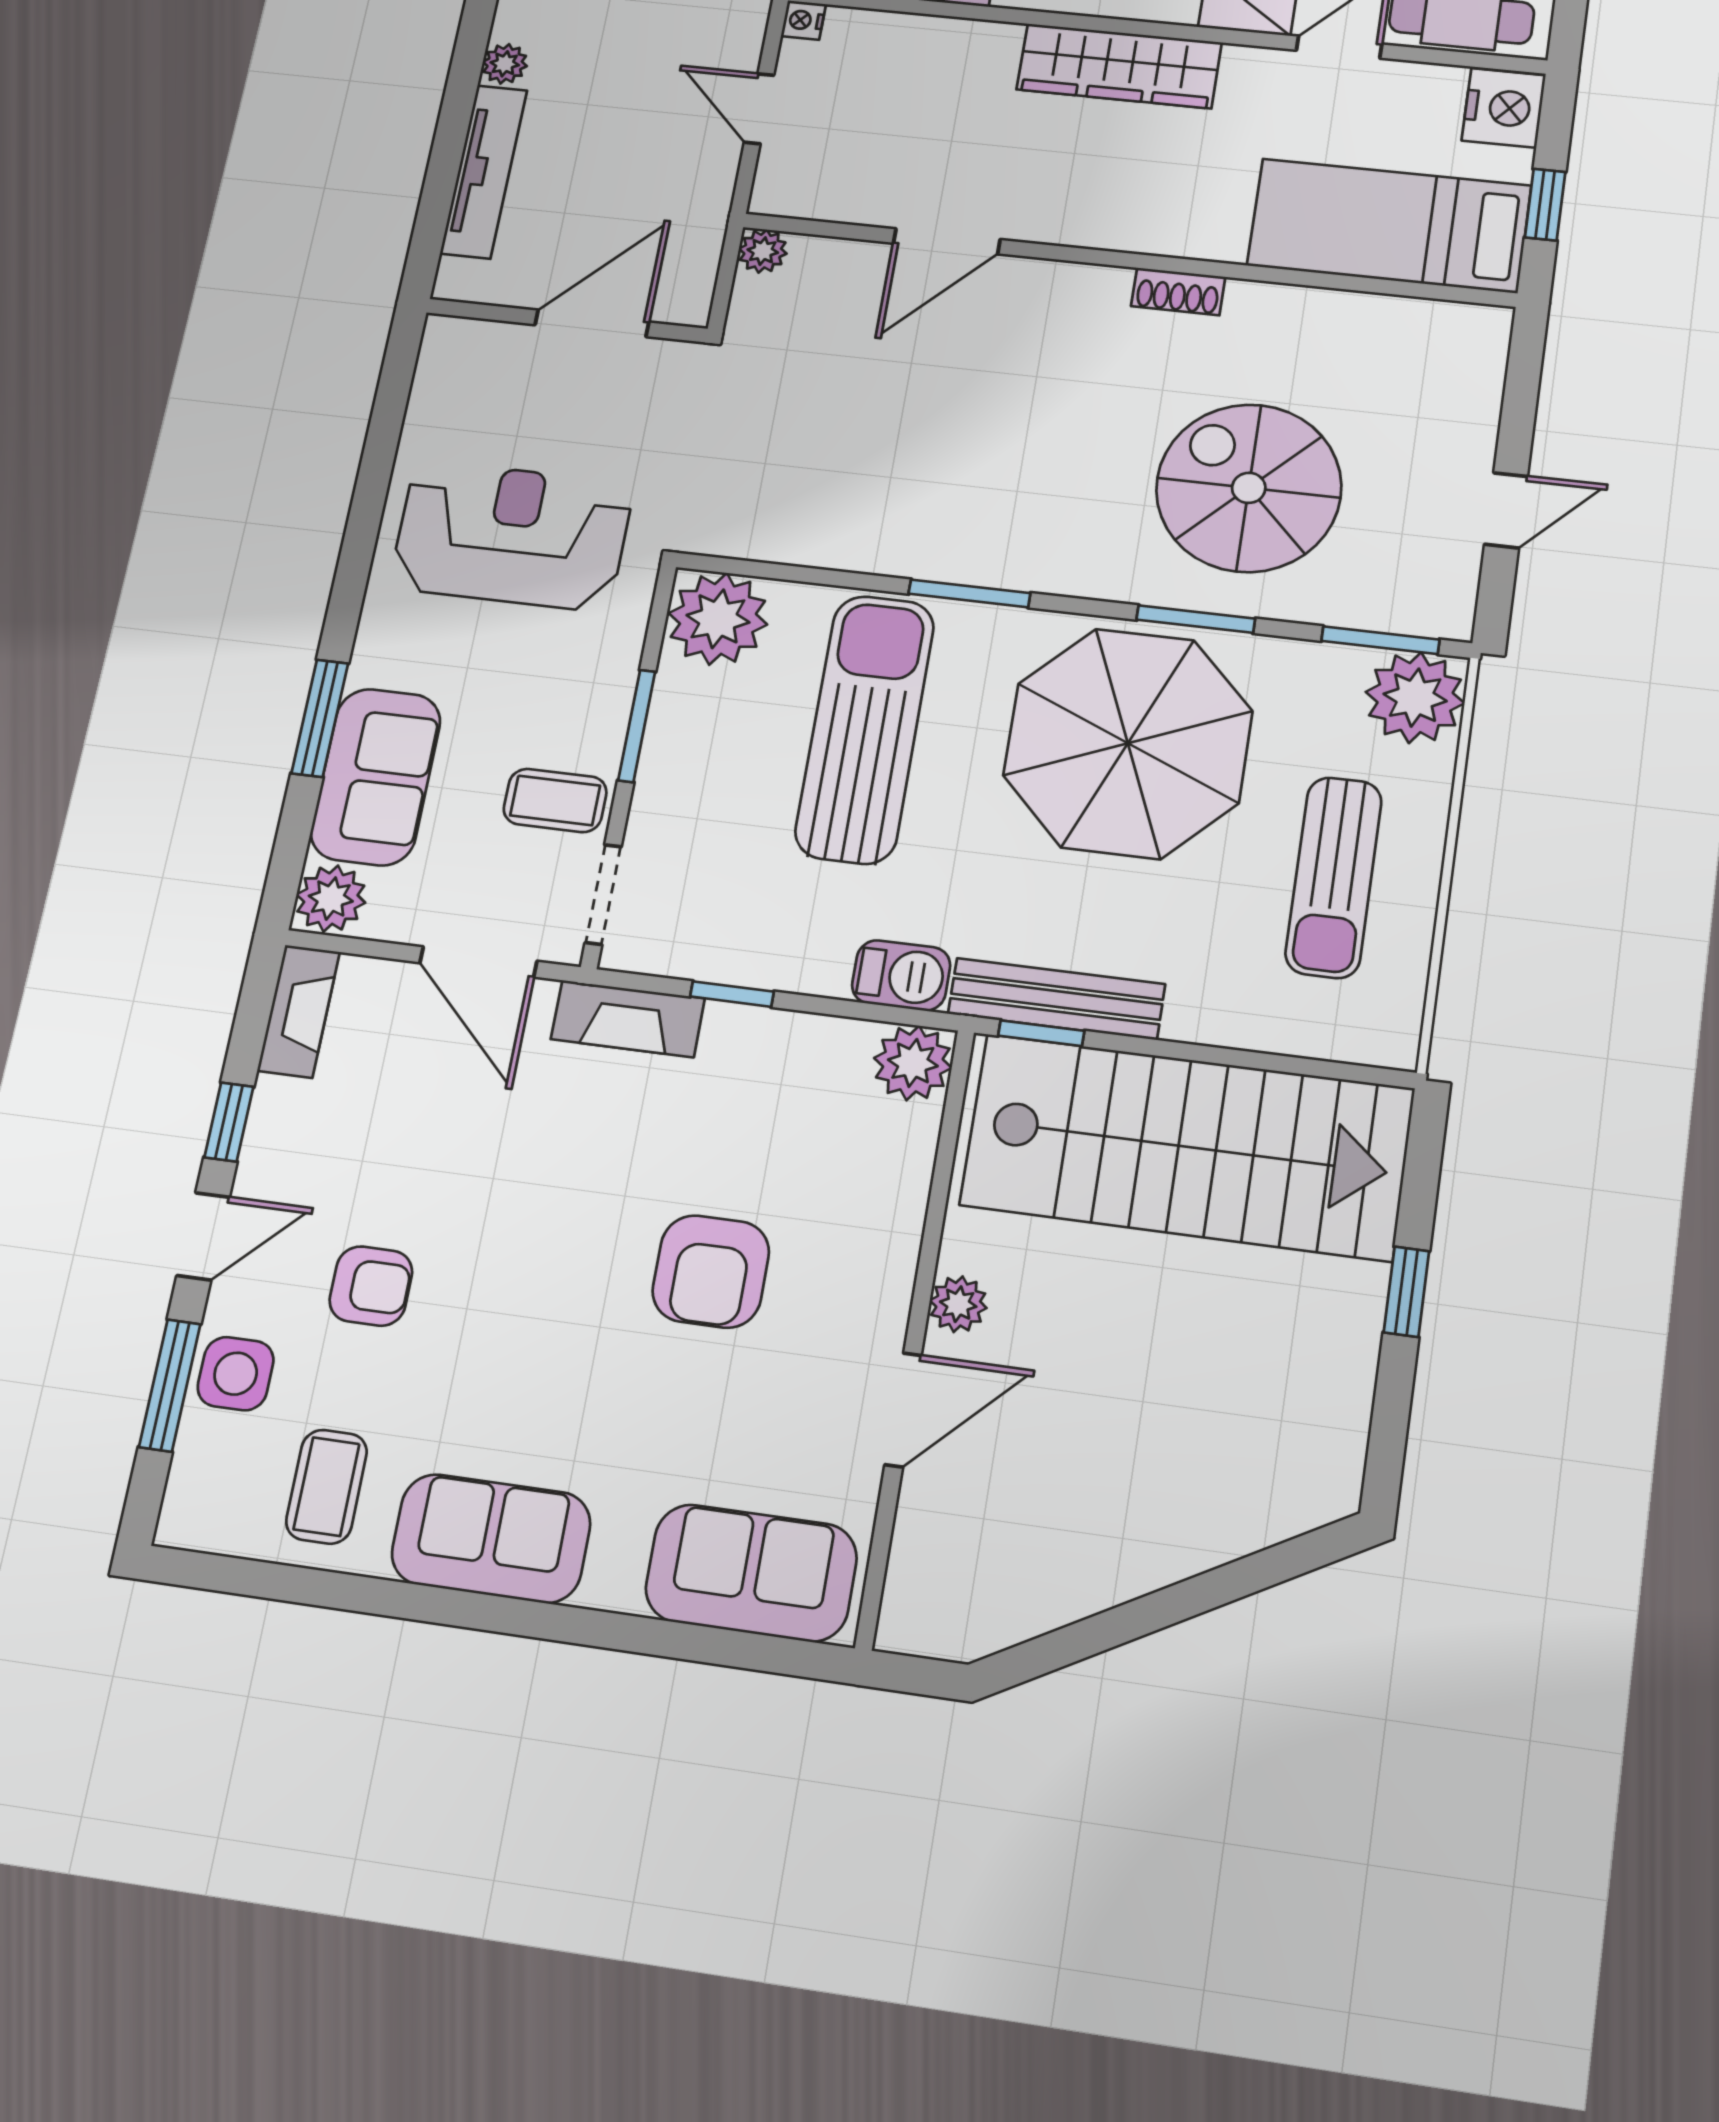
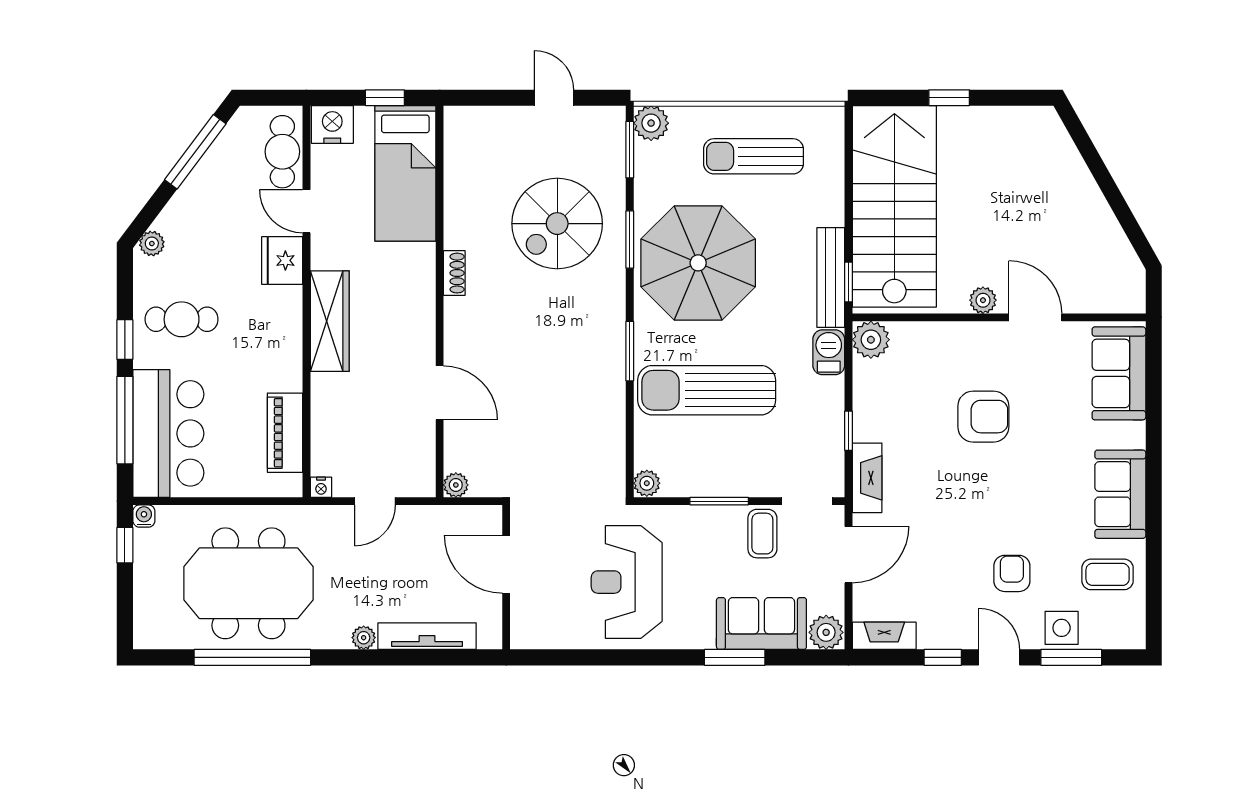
plant: (718, 619) -> (647, 483), width x0.53, depth x0.53
plant: (1415, 698) -> (651, 123), width x0.73, depth x0.73
sun lounger: (1334, 877) -> (753, 156), turned 180

